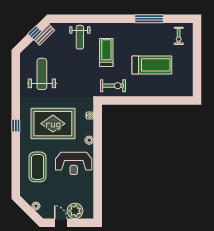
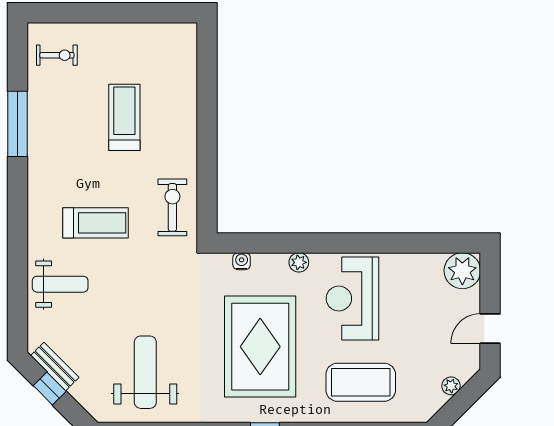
treadmill: (106, 53) -> (96, 223), turned 180
treadmill: (152, 65) -> (124, 117), width x0.73, depth x0.73
weight bench: (42, 74) -> (145, 372), turned 90
reception desk: (74, 163) -> (352, 298), turned 180
plant: (75, 211) -> (462, 271), moved

